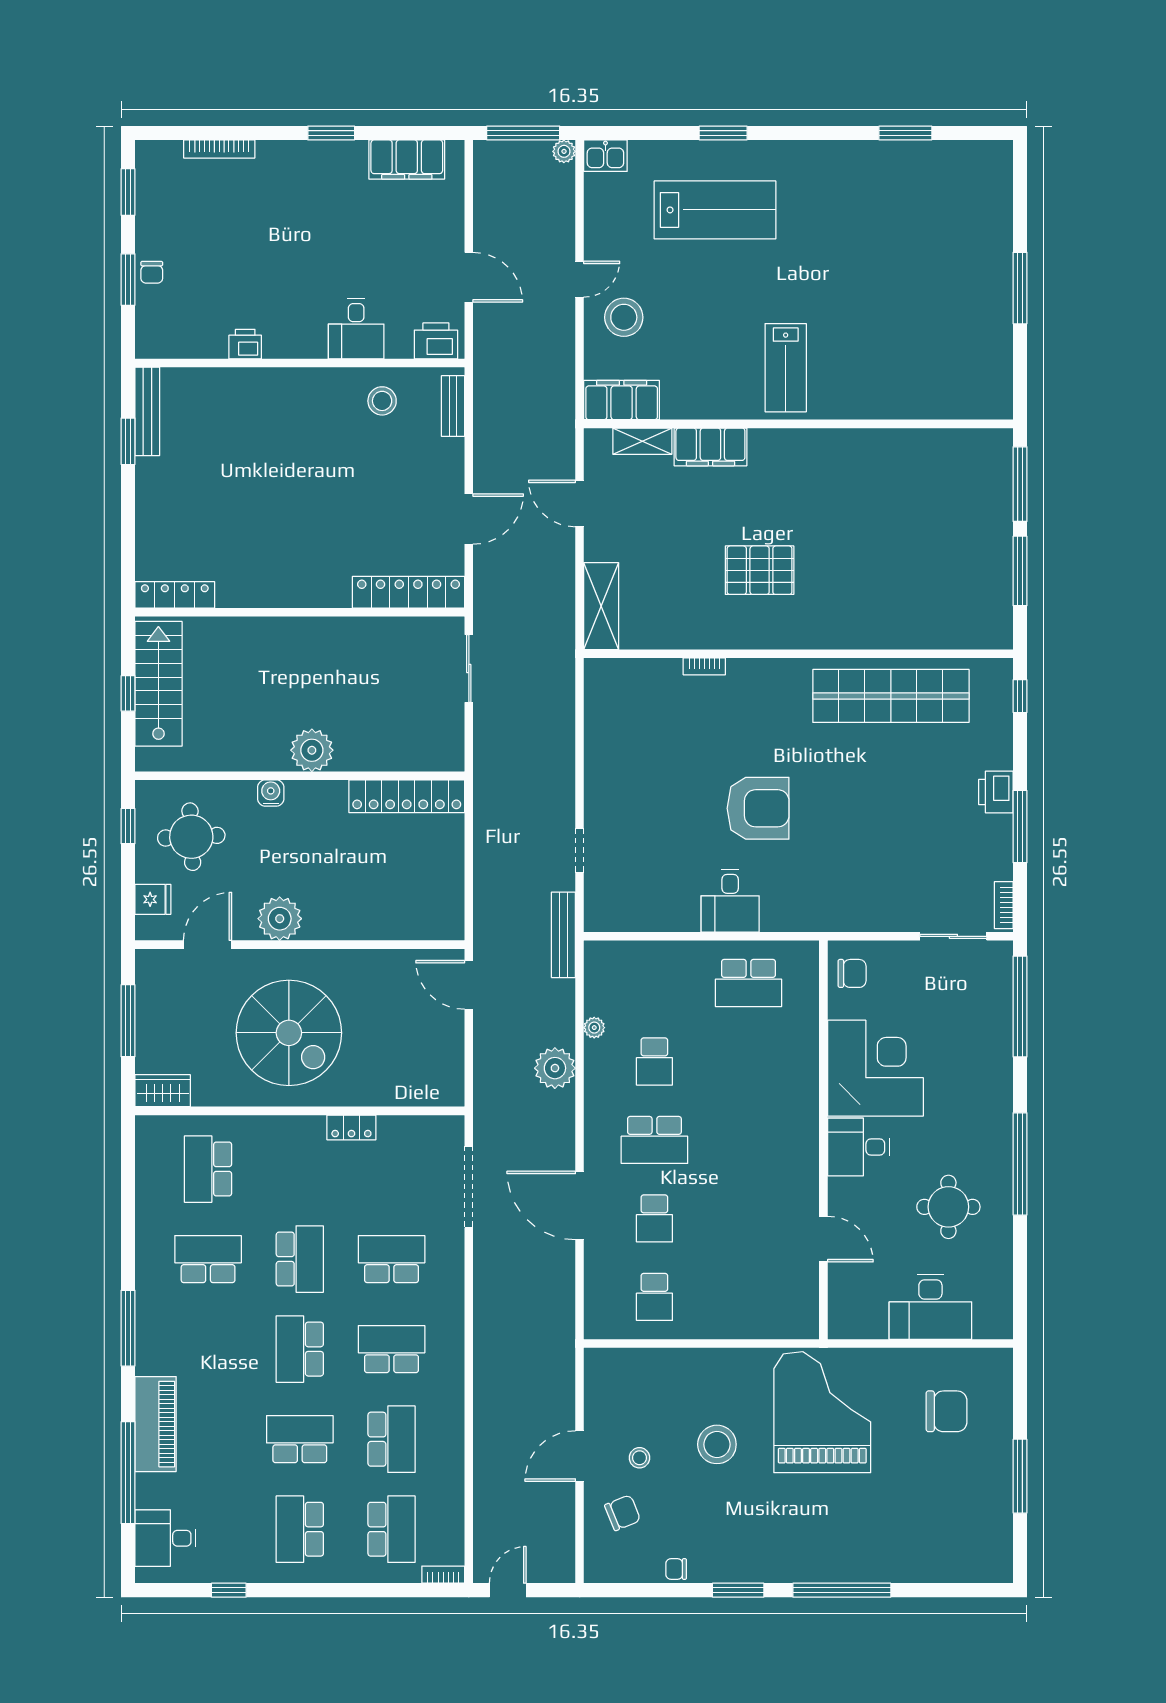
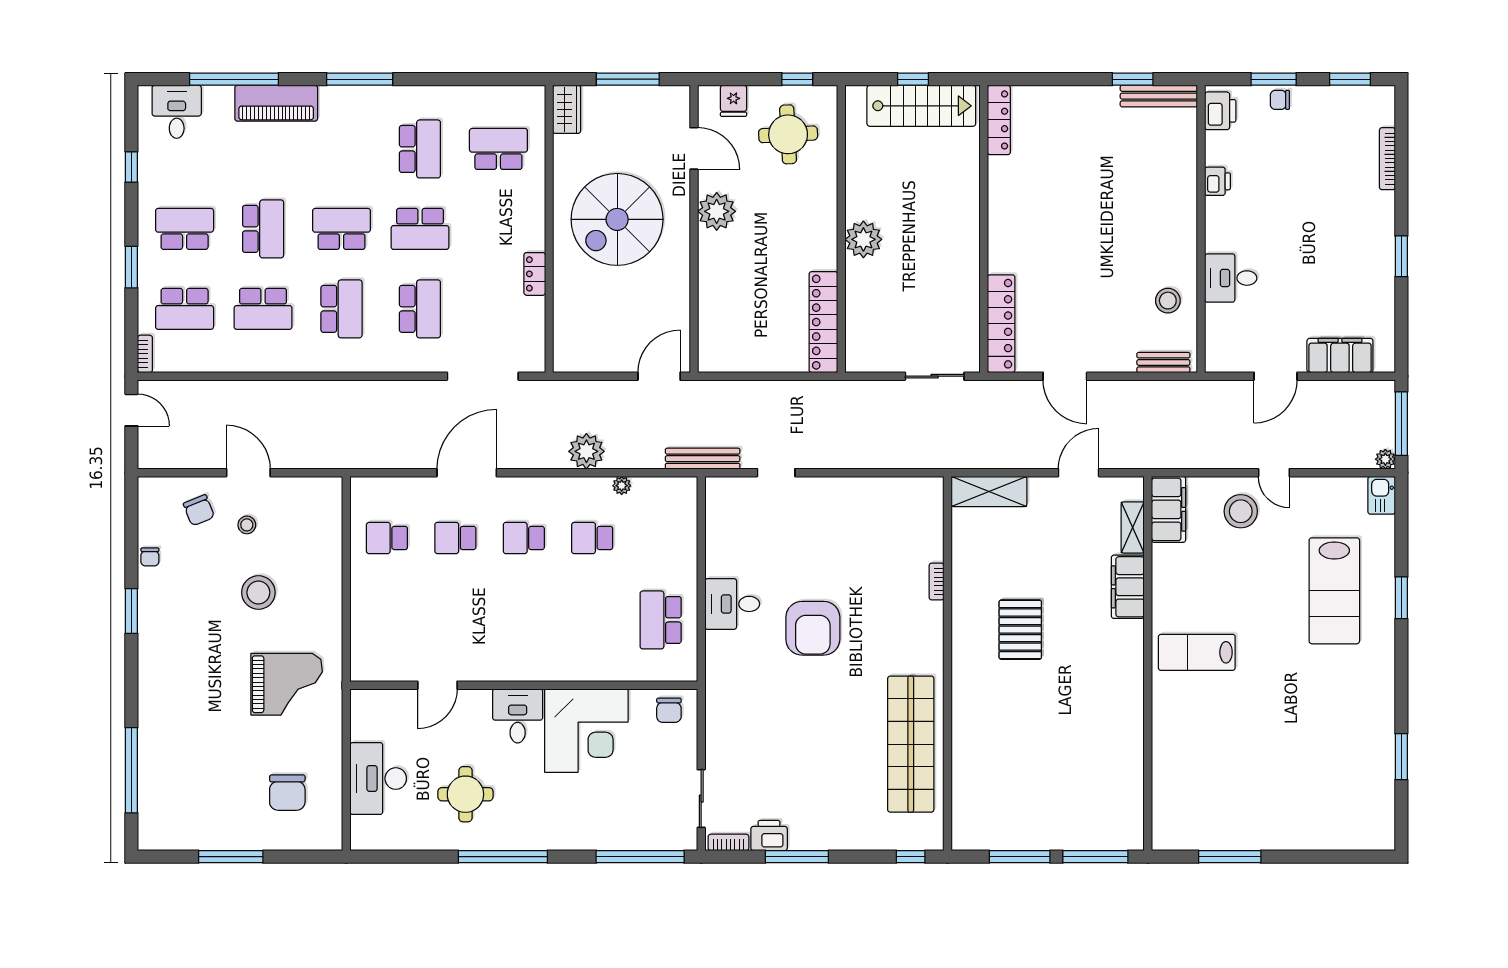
filing cabinet: (407, 160) -> (1340, 355), moved, turned 90
window: (1020, 288) -> (1230, 857), moved
printer: (436, 341) -> (1220, 111), moved
printer: (996, 792) -> (769, 835), moved
water cooler: (271, 793) -> (826, 204), removed
school desk: (654, 1140) -> (524, 538), width x0.54
grand piano: (822, 1412) -> (287, 684), width x0.73, depth x0.68
chair: (676, 1569) -> (150, 557), turned 180
window: (344, 1590) -> (131, 267), added
window: (842, 1590) -> (131, 770), moved

